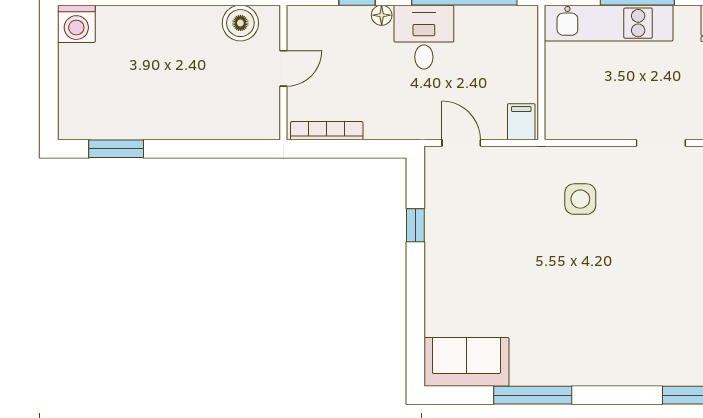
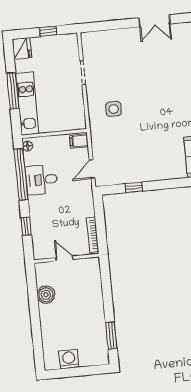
floor lamp: (382, 15) -> (28, 146), moved
boiler: (240, 23) -> (46, 295), moved
washing machine: (76, 24) -> (69, 359), moved, turned -90
desk: (424, 37) -> (41, 180), moved

